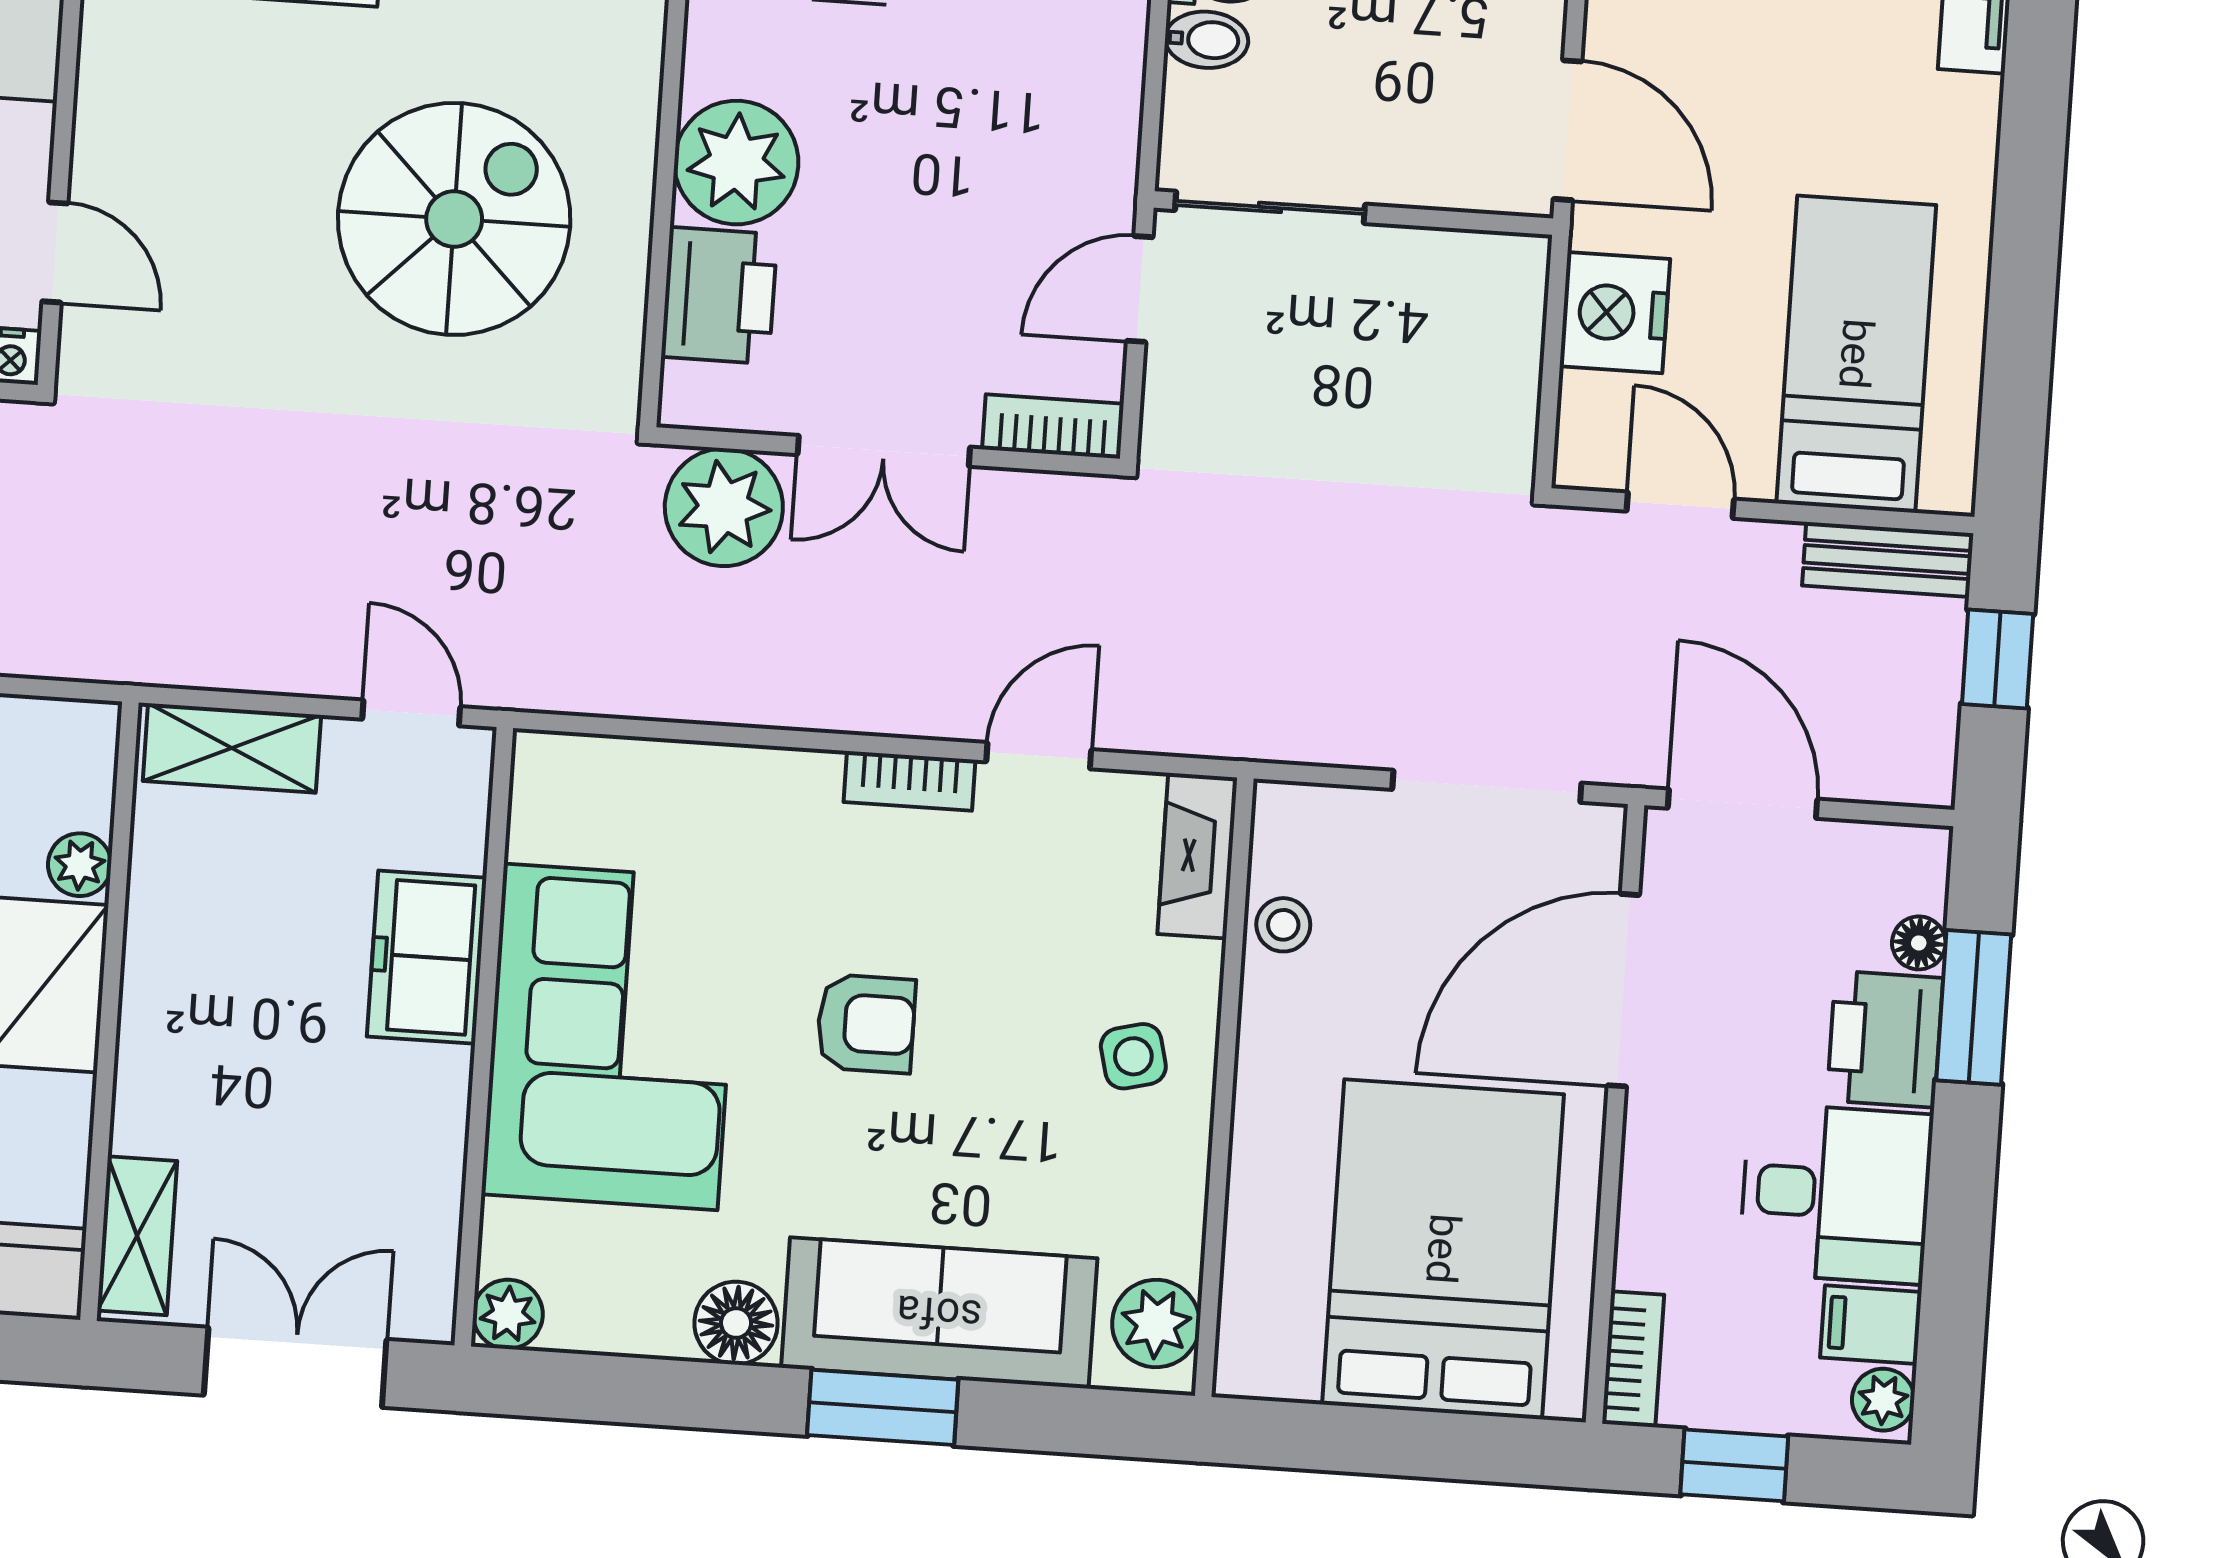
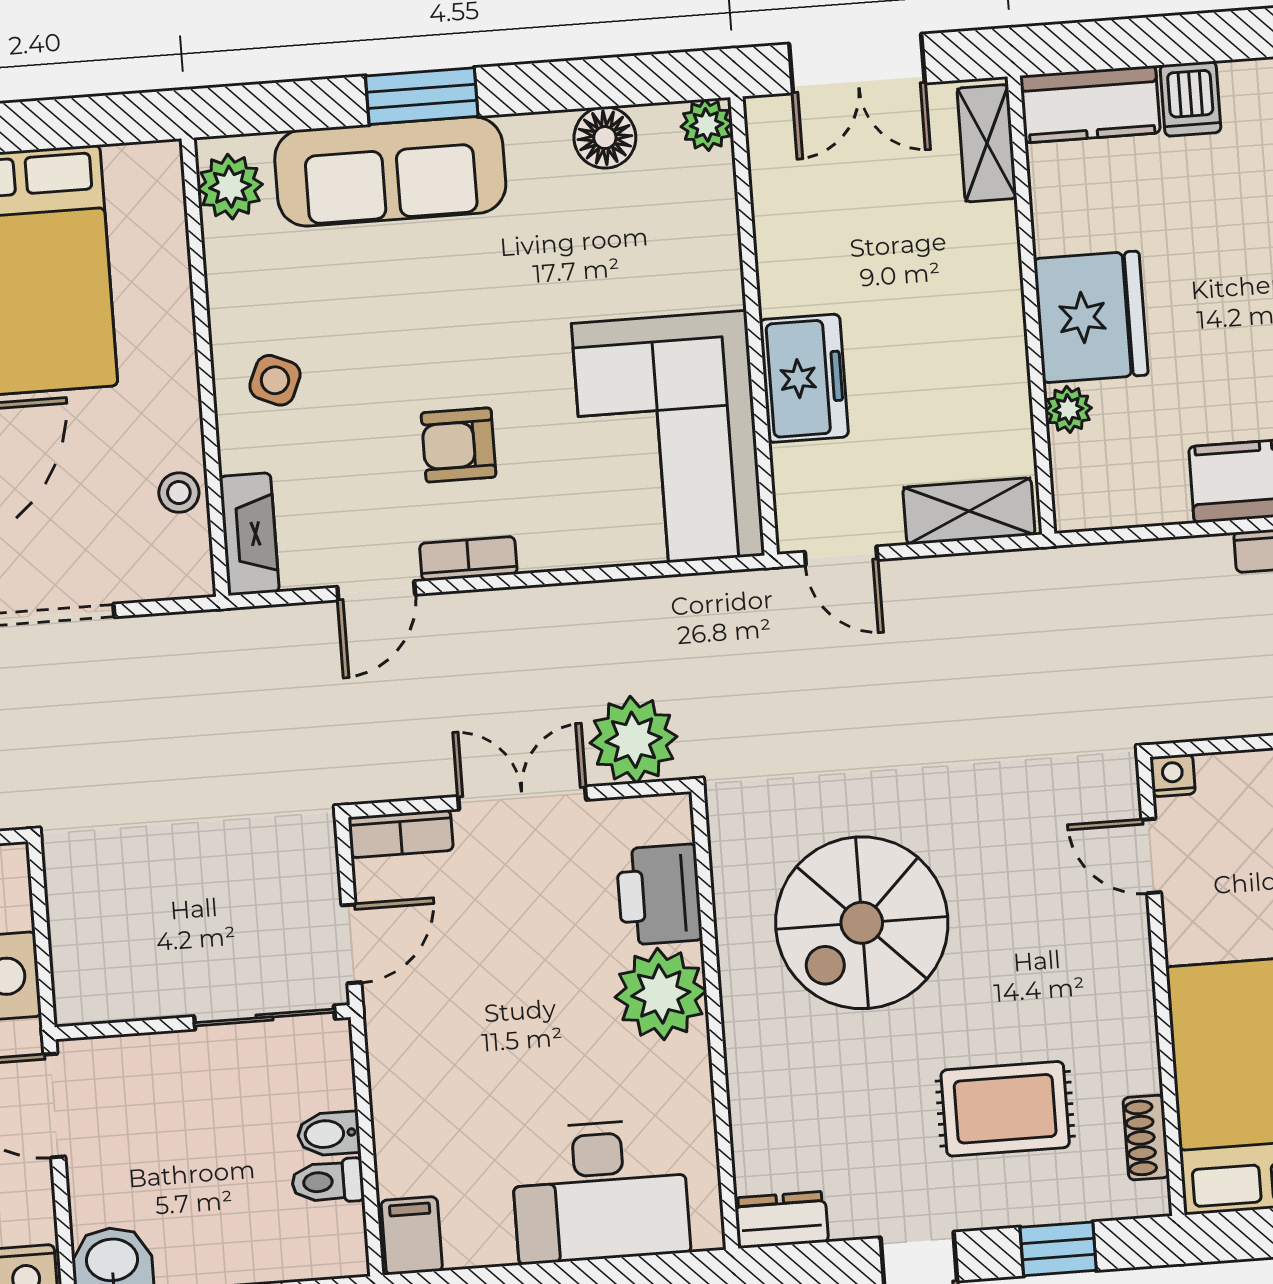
armchair: (866, 1024) -> (459, 445), moved
corner sofa: (611, 1037) -> (668, 439), moved
side table: (1133, 1056) -> (275, 380), turned 37
floor lamp: (736, 1323) -> (605, 138), moved

